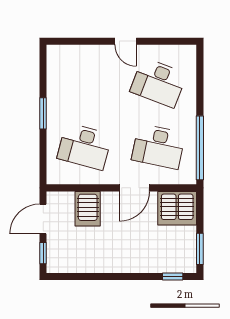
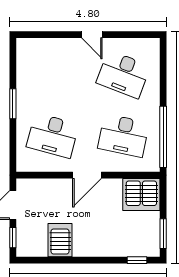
door: (134, 188) -> (87, 175), moved
server rack: (88, 209) -> (60, 240), moved, turned 180

